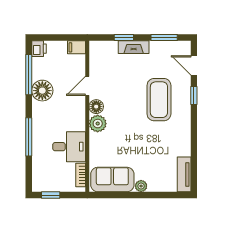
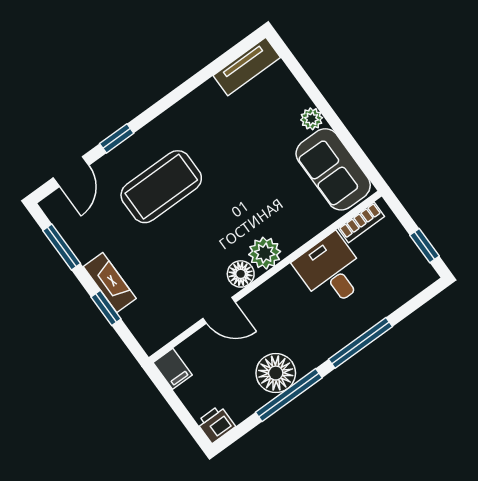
window: (29, 75) -> (289, 395), moved

